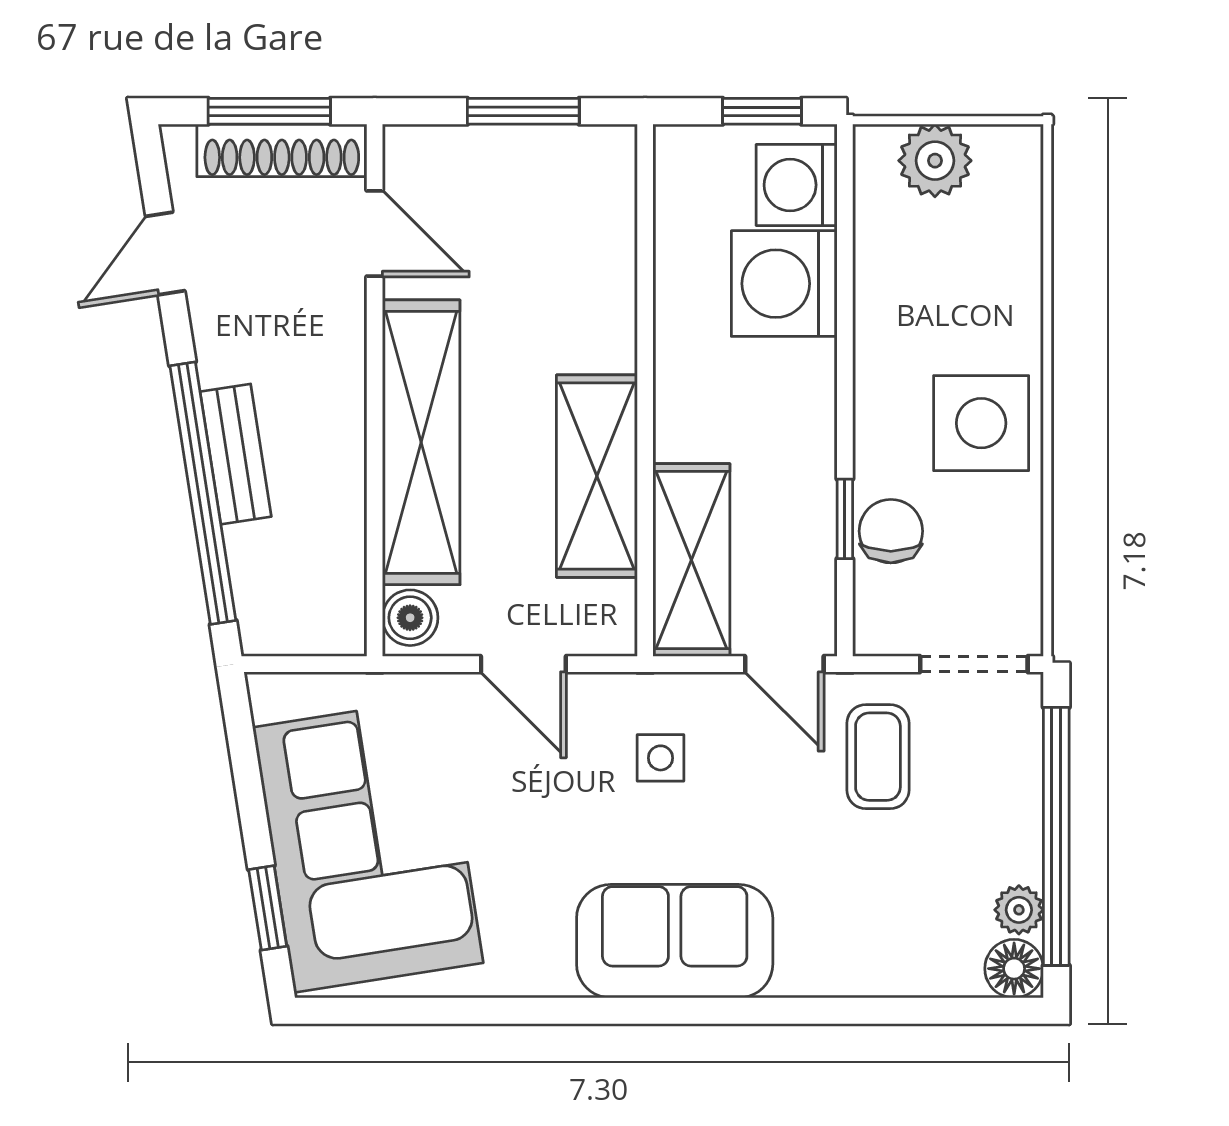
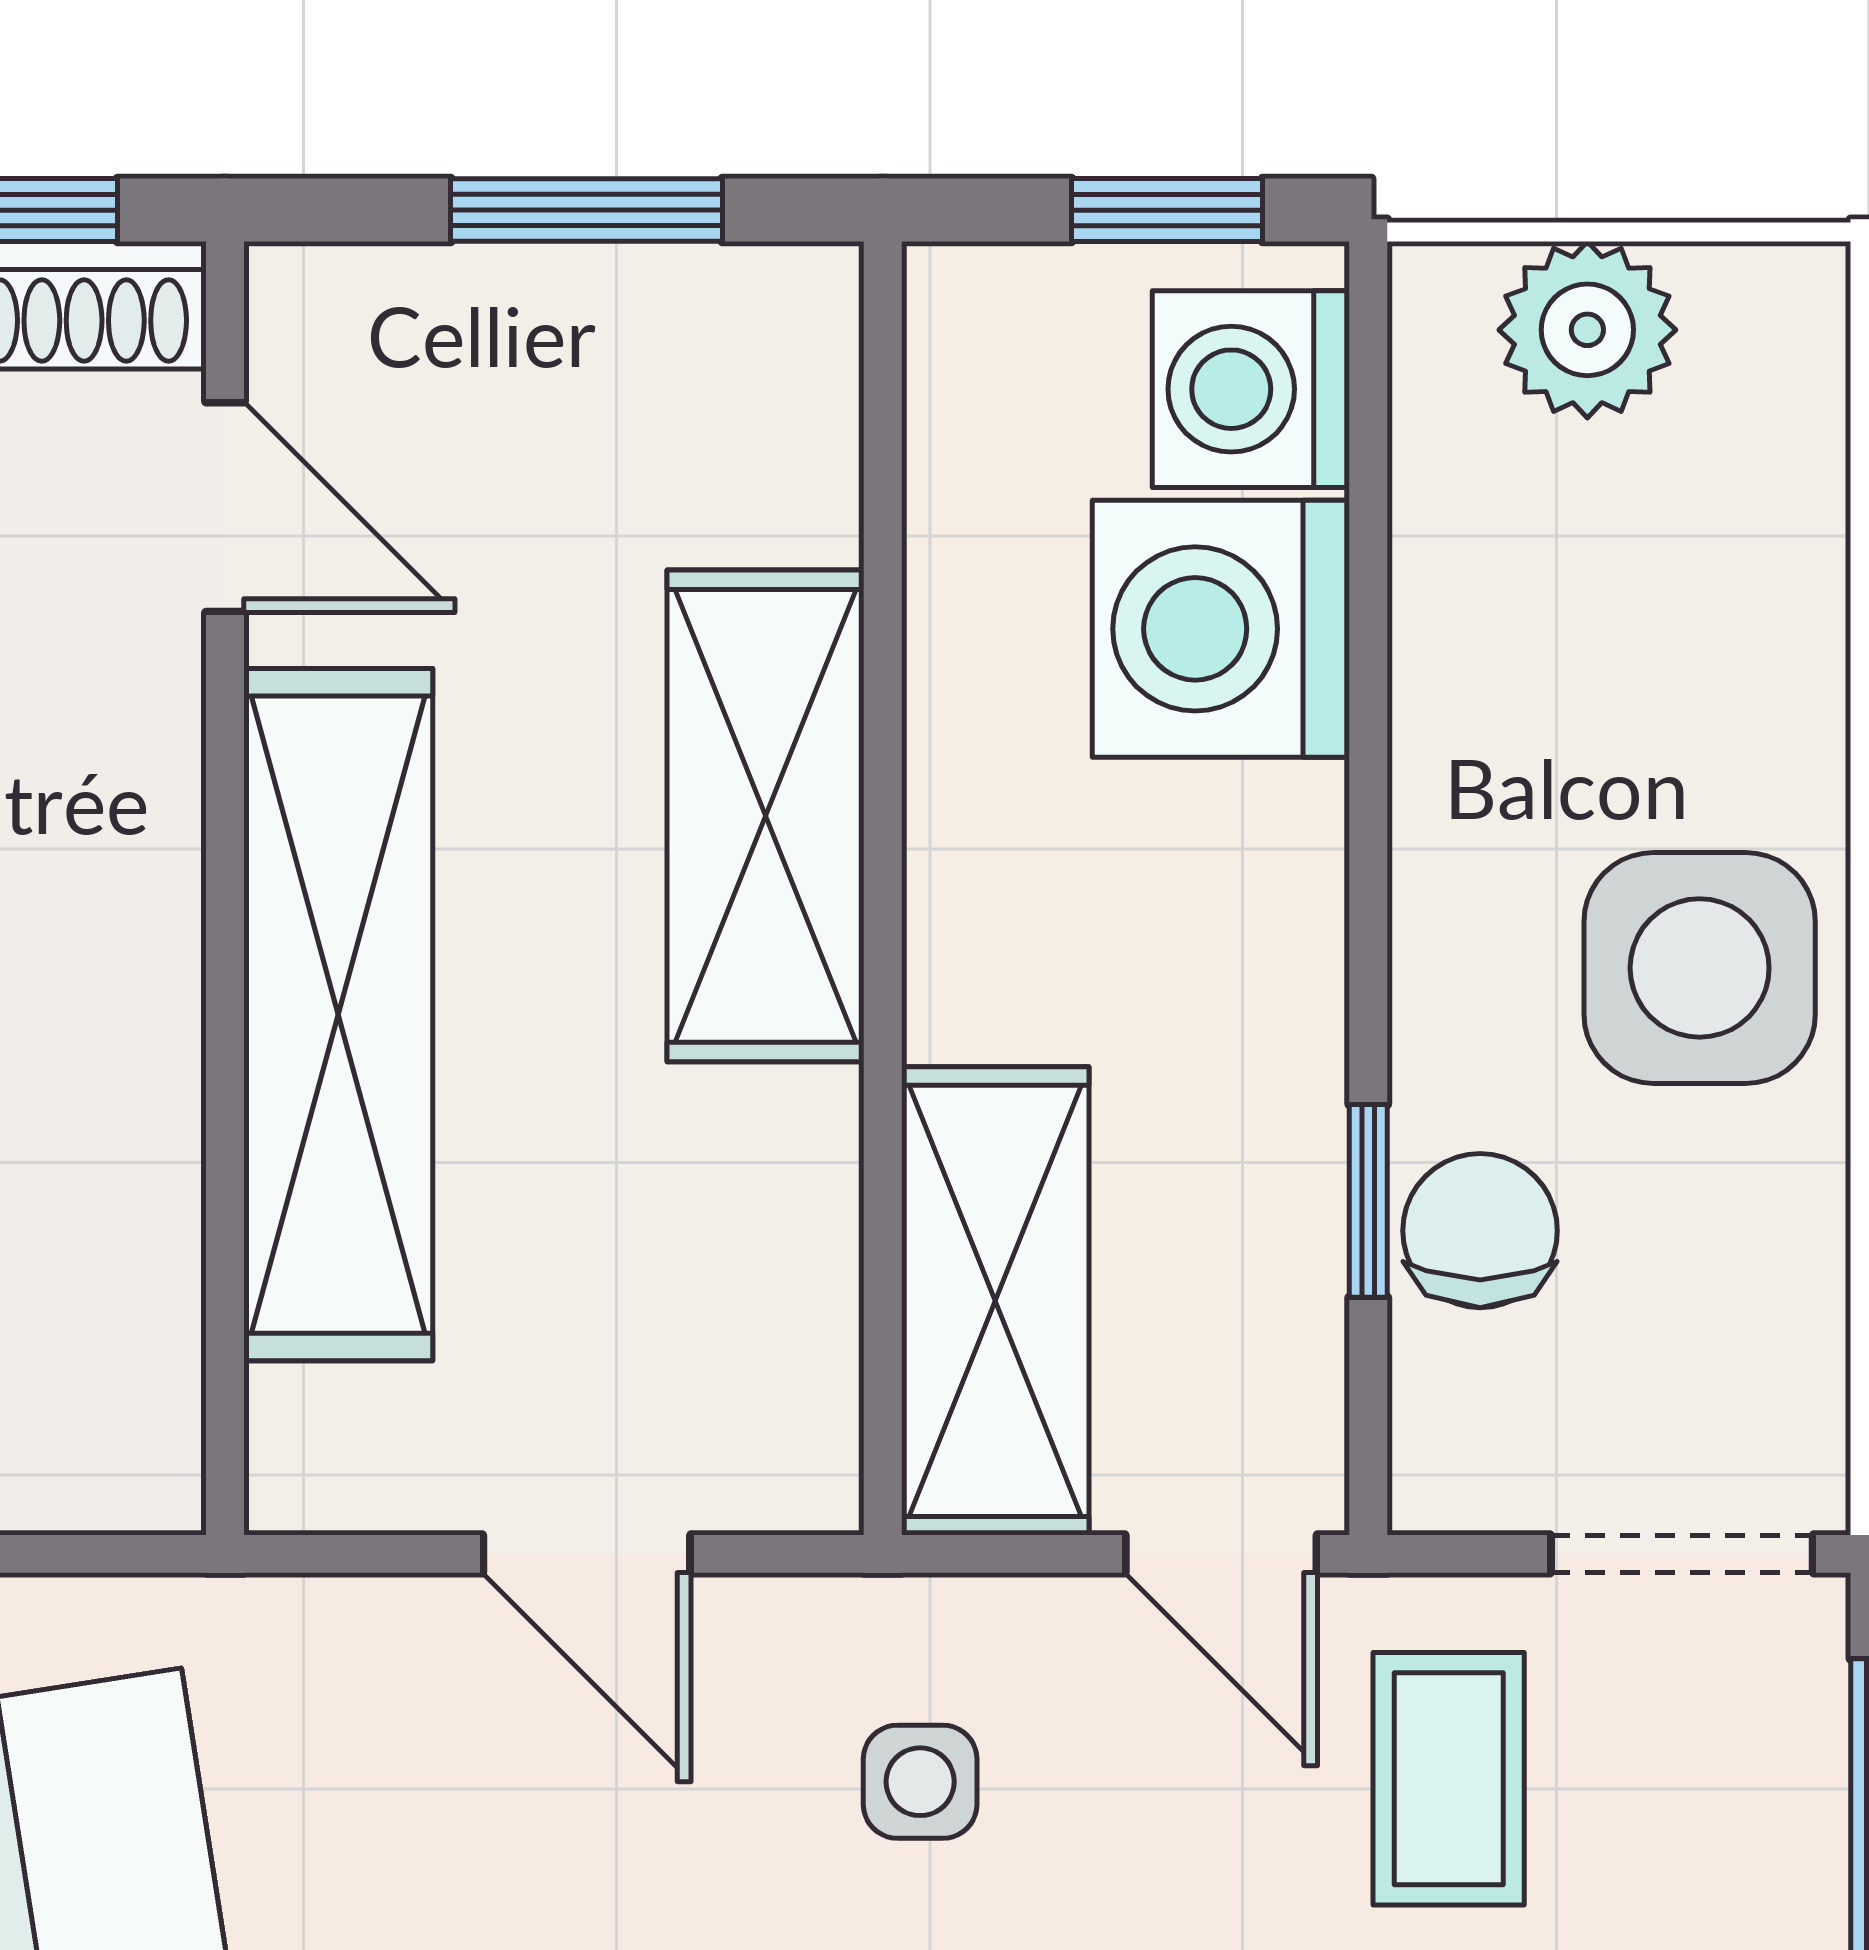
shelving: (597, 476) -> (766, 816), moved
boiler: (410, 618) -> (311, 1441), removed

